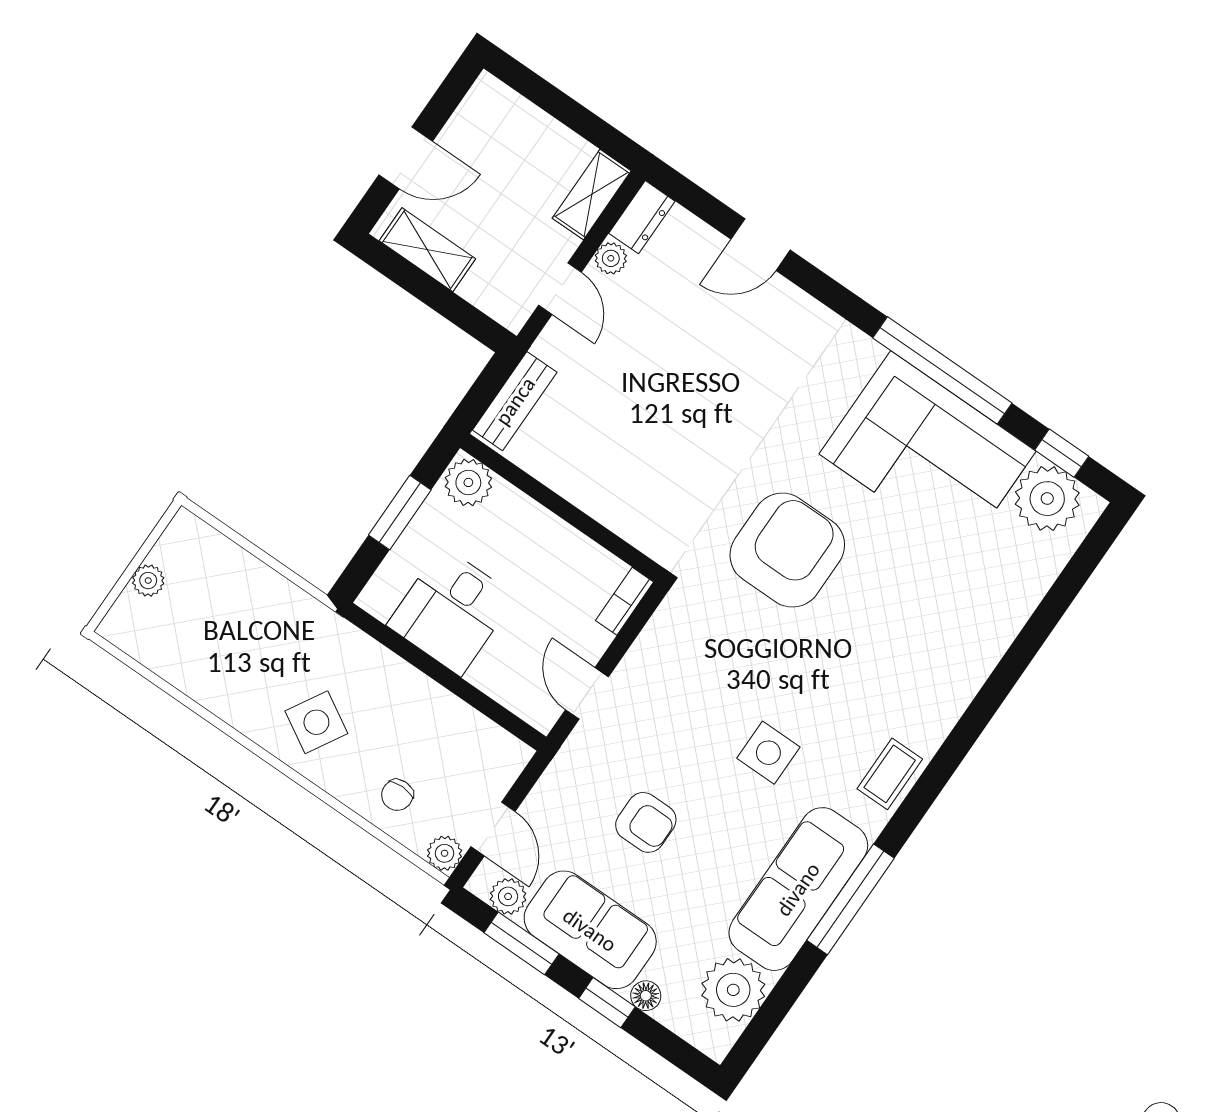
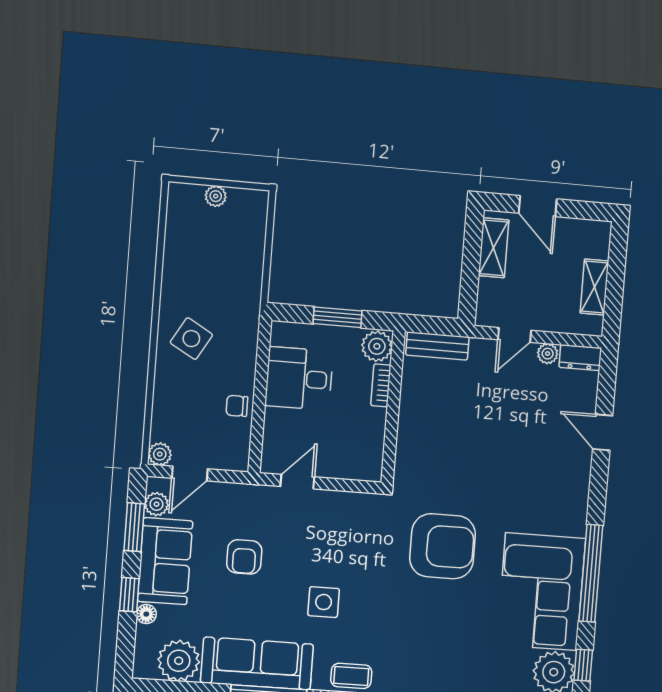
shelving: (592, 195) -> (594, 287), moved, turned 90
bookcase: (625, 601) -> (381, 385), moved, turned -90
chair: (397, 795) -> (237, 406), moved

